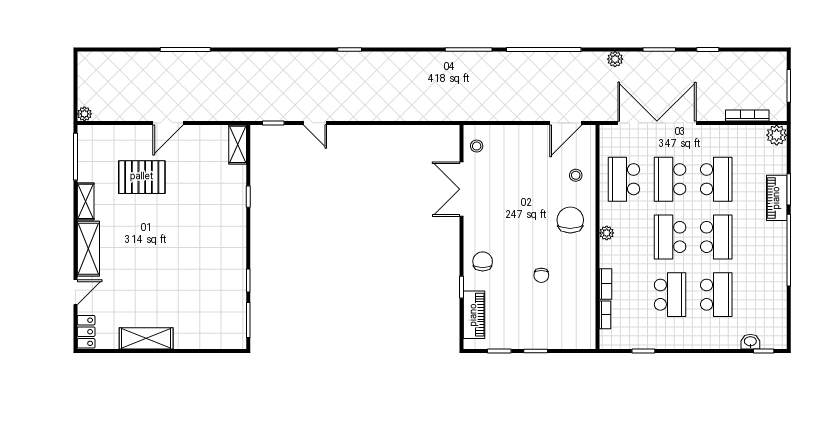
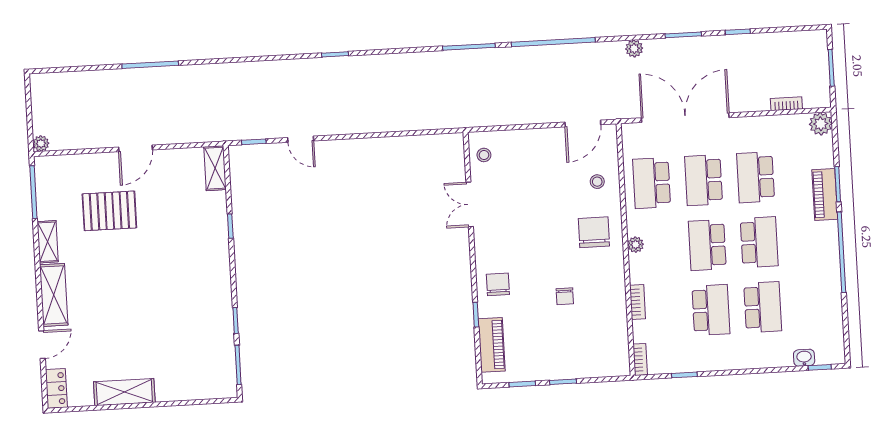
bookcase: (747, 116) -> (786, 104), width x0.64
school desk: (716, 179) -> (756, 177), turned 180
double door: (462, 189) -> (470, 204), width x0.73
bookcase: (605, 315) -> (640, 359), moved

